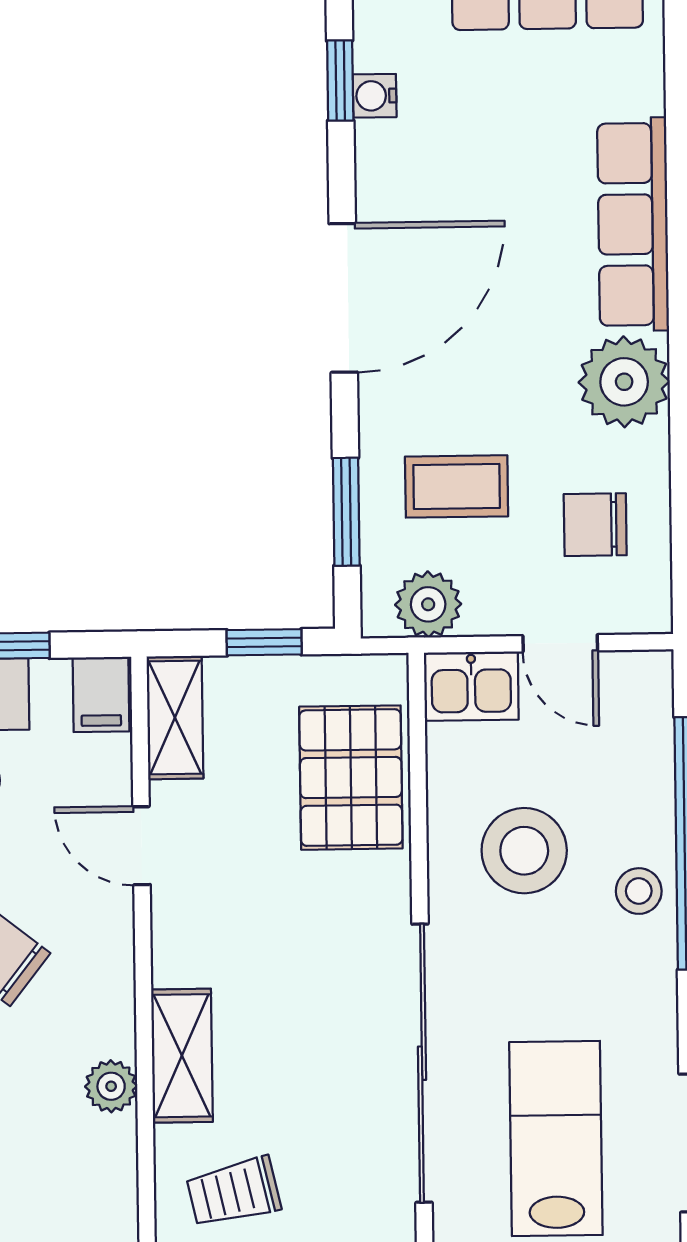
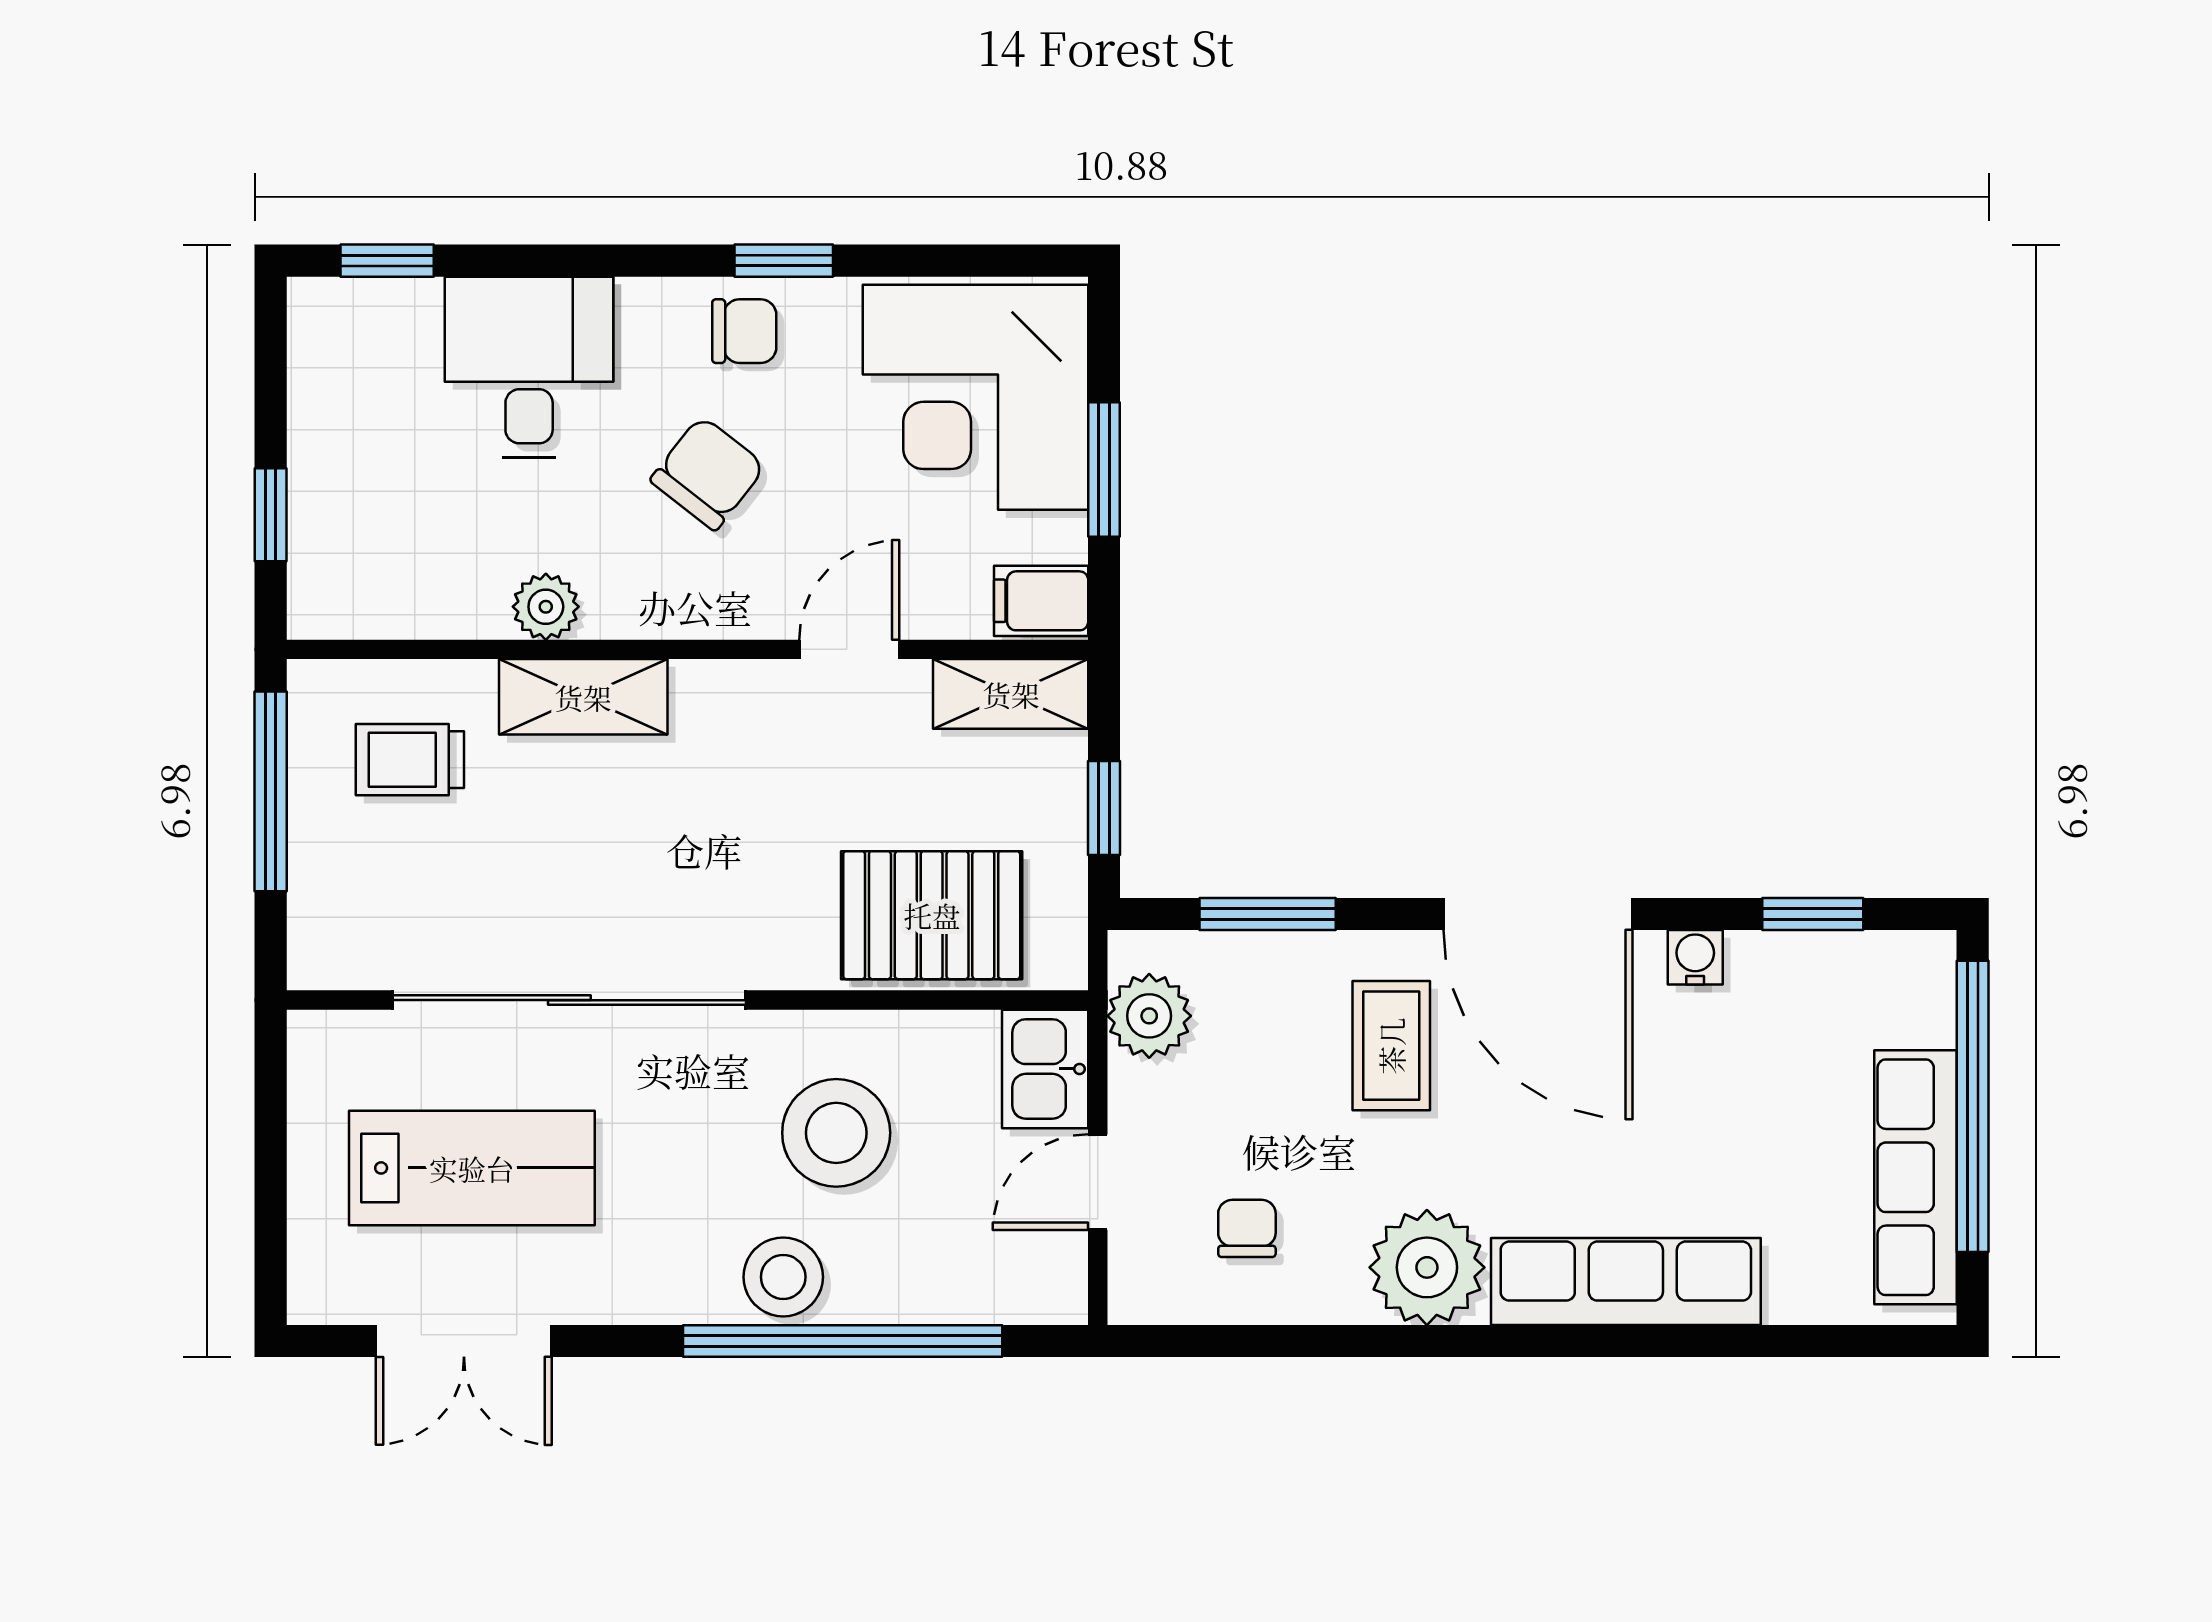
water cooler: (375, 96) -> (1695, 957), moved
coffee table: (457, 486) -> (1391, 1046), moved
chair: (595, 525) -> (1247, 1228), width x0.73, depth x0.73
stool: (639, 891) -> (783, 1277), width x1.37, depth x1.37
trolley: (234, 1192) -> (410, 760), turned -77

